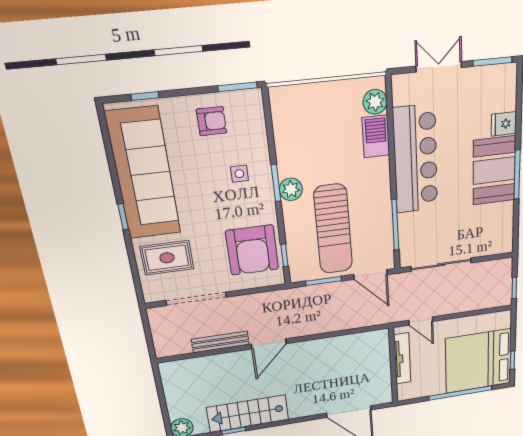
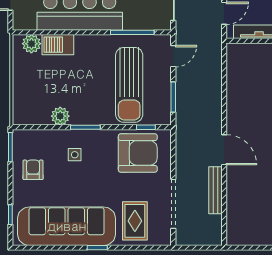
plant: (291, 189) -> (60, 116), moved
sun lounger: (333, 229) -> (129, 85), turned 90
door: (370, 274) -> (173, 56), width x0.73

